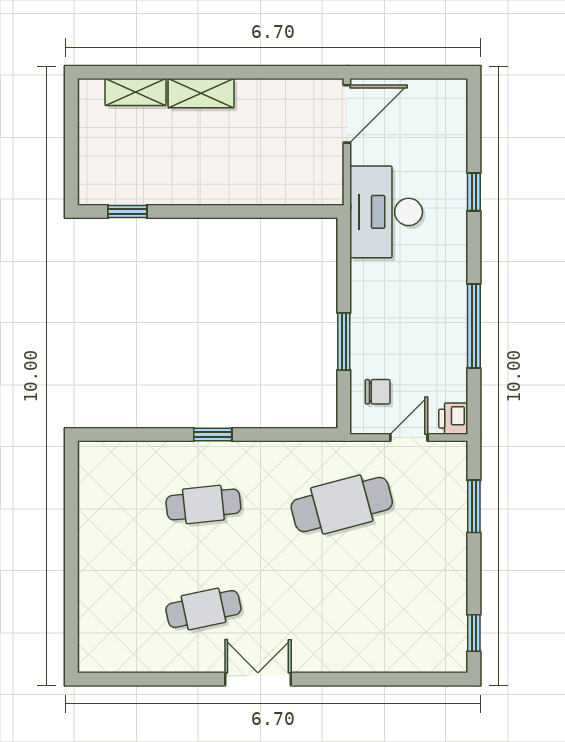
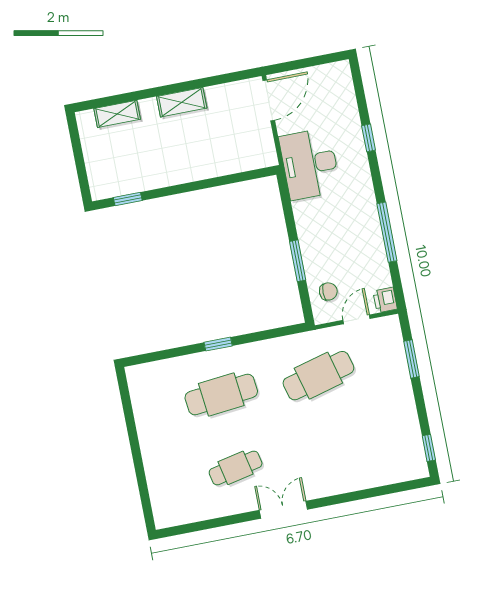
shelving: (201, 93) -> (182, 102), moved
cafe table: (203, 505) -> (221, 395), width x1.37, depth x1.35

